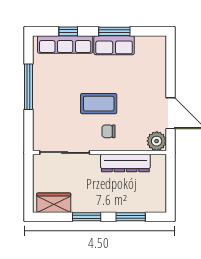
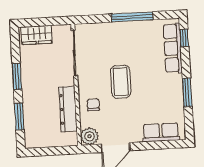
window: (68, 31) -> (184, 38), moved
row of seats: (114, 45) -> (161, 132), moved, turned 90
chair: (109, 131) -> (93, 105), moved
wardrobe: (54, 203) -> (37, 35), moved, turned 90

